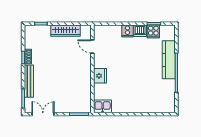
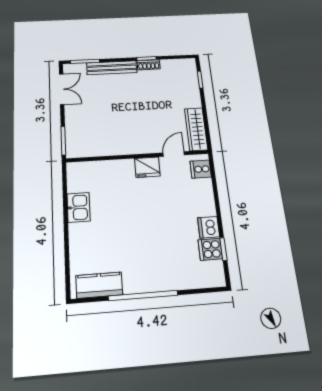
wardrobe: (65, 31) -> (196, 129), moved
cooker: (127, 31) -> (201, 169), moved
kitchen counter: (169, 60) -> (99, 285), moved, width x0.67
fridge: (100, 76) -> (147, 167), moved
kitchen sink: (103, 106) -> (79, 207), moved

